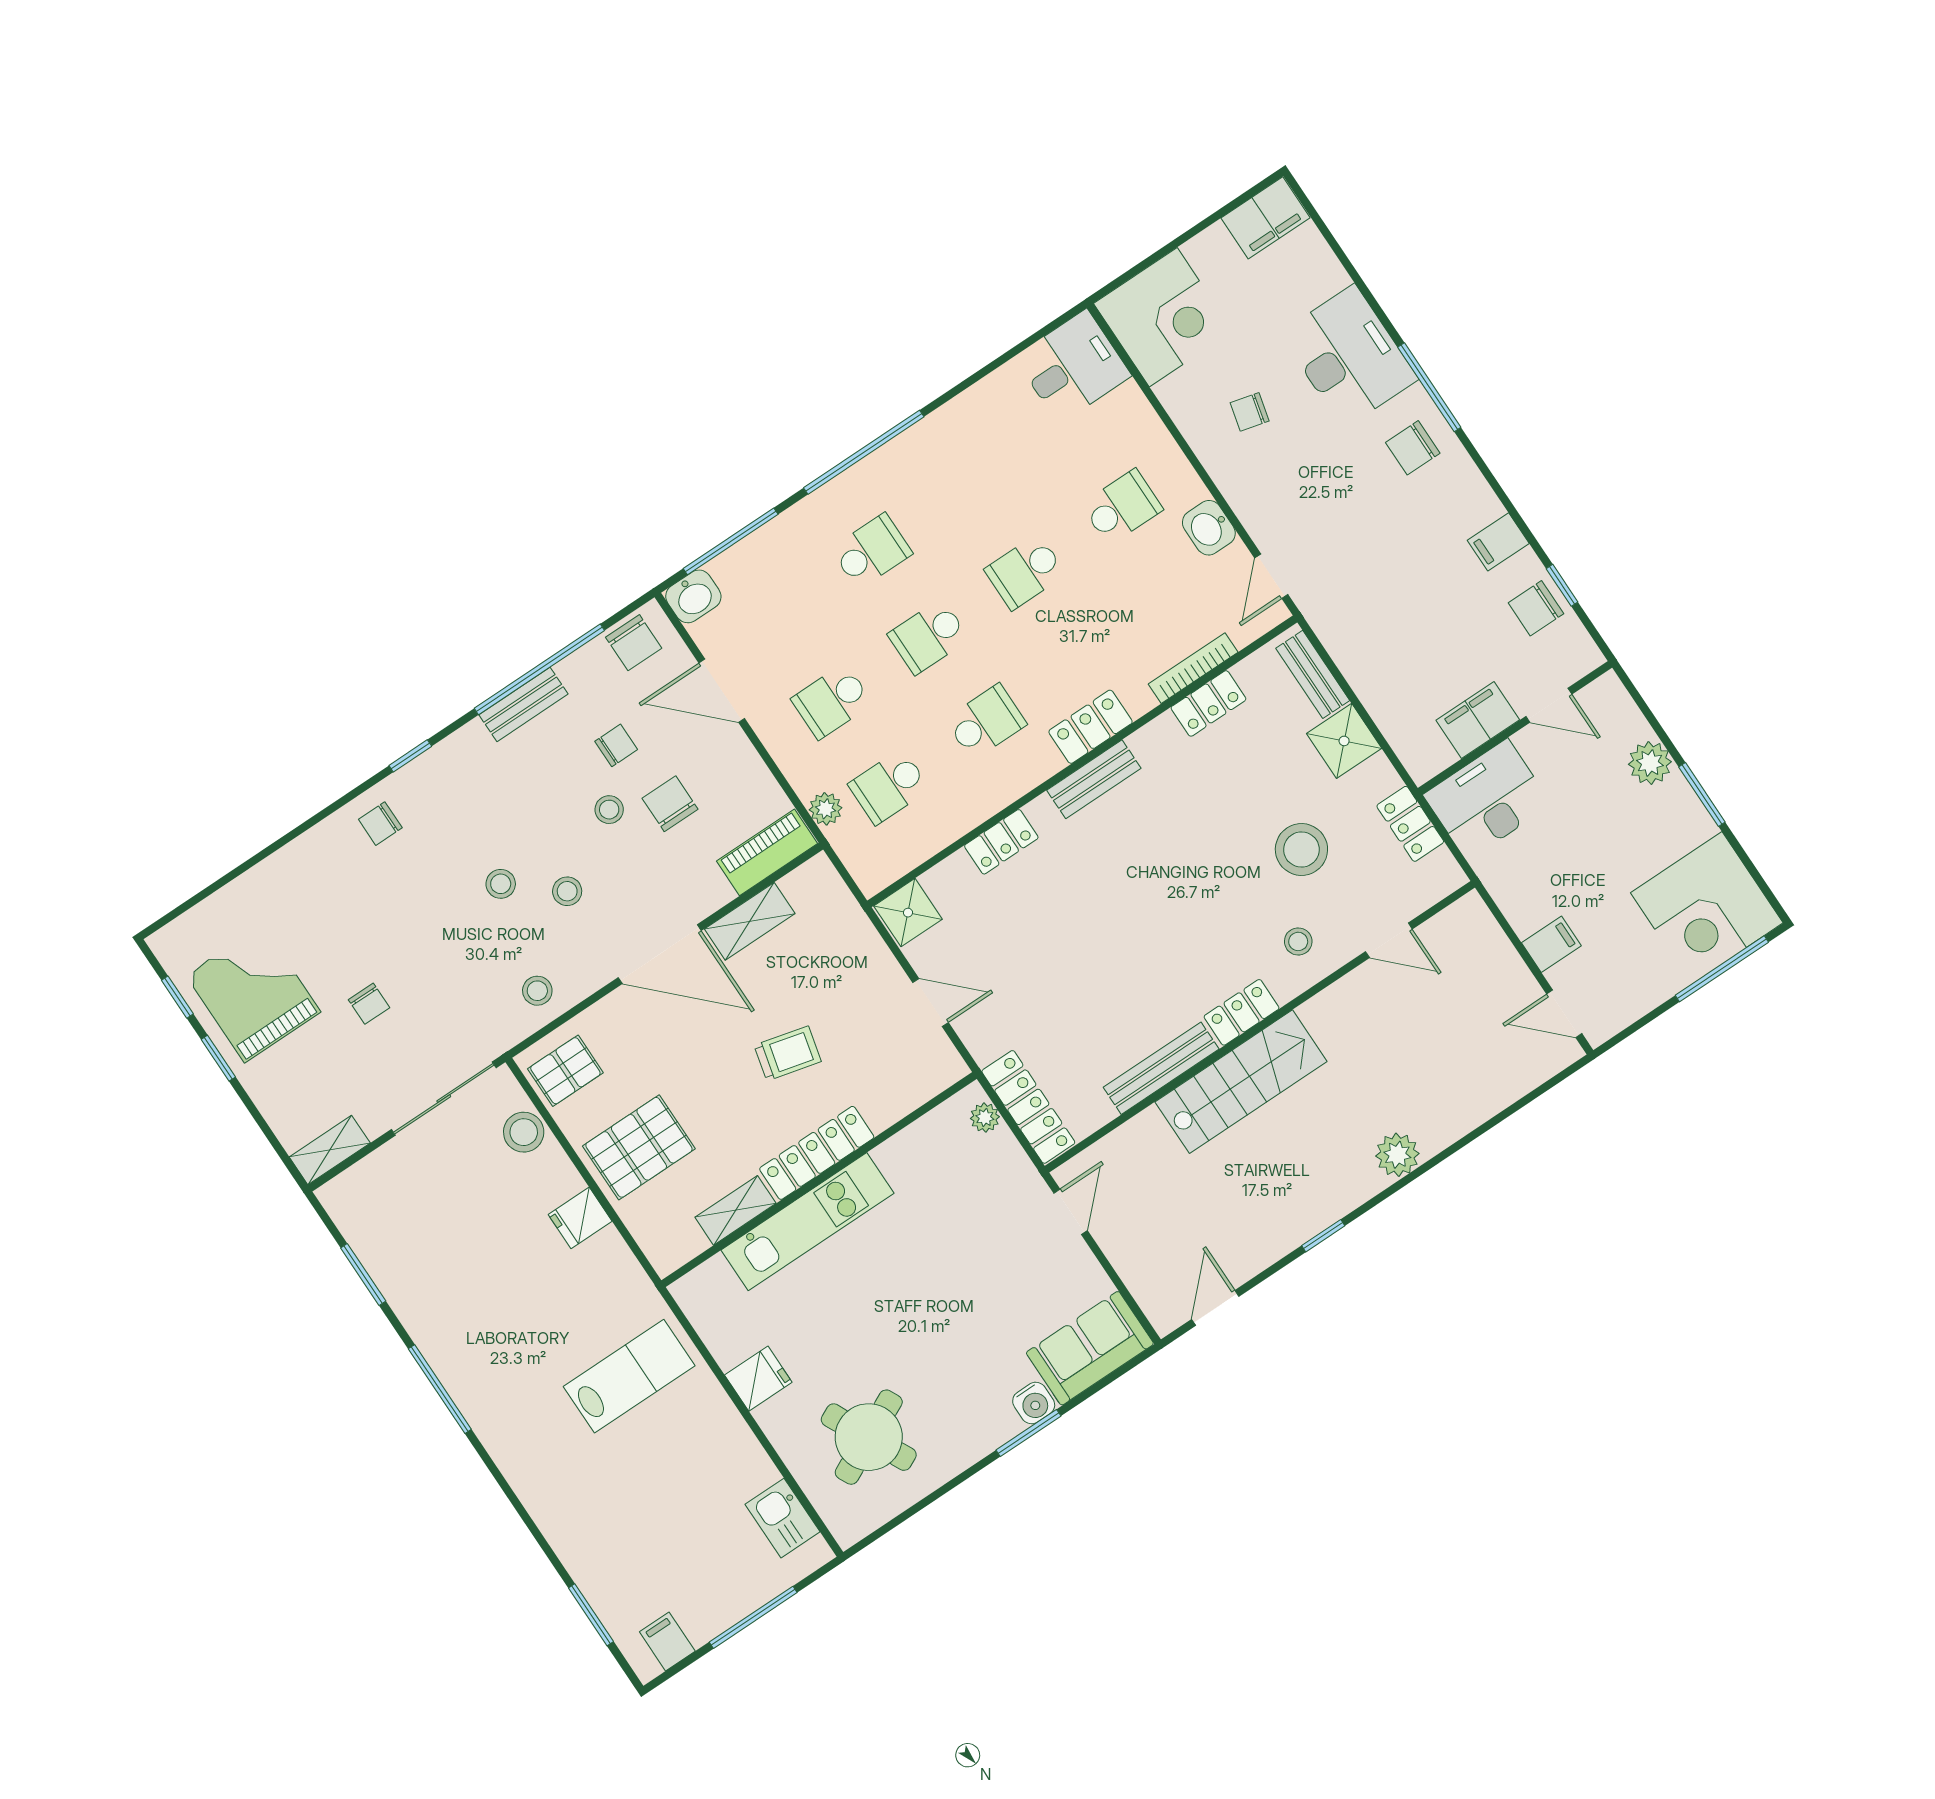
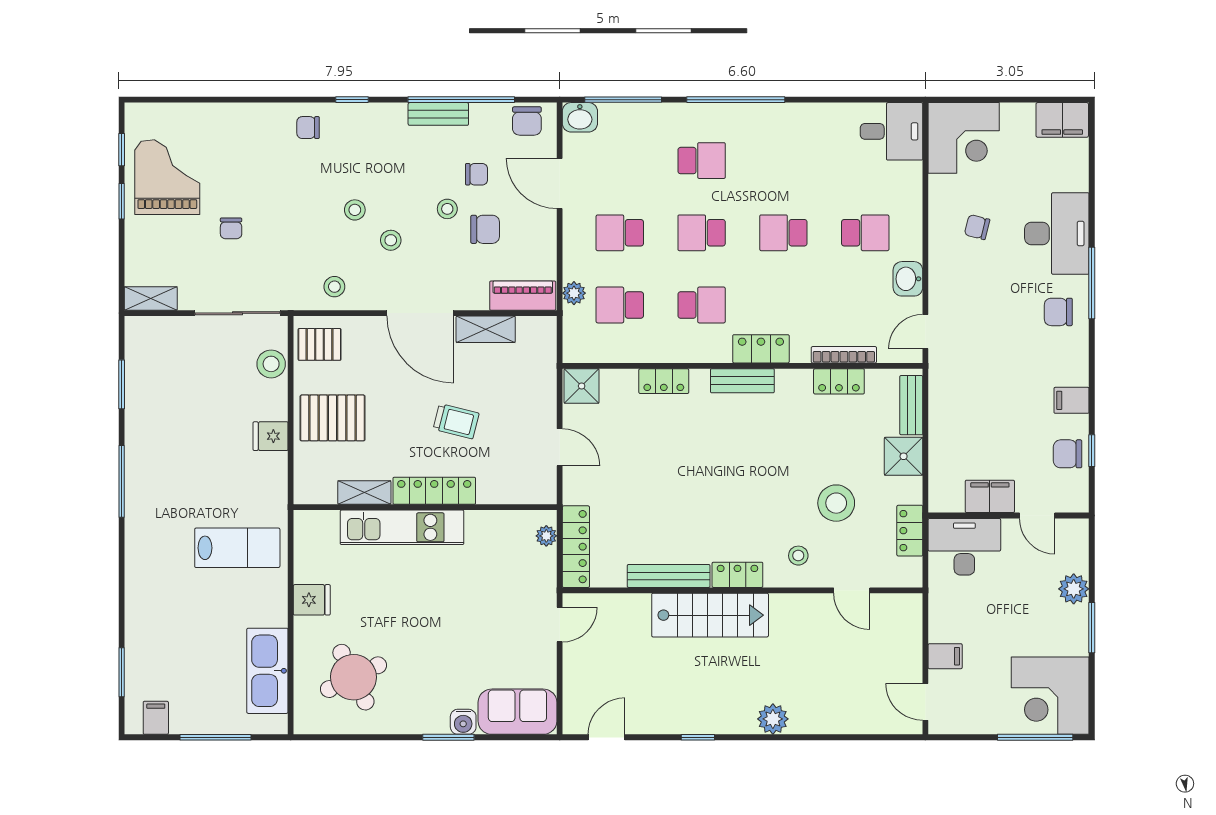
chair: (670, 804) -> (485, 229), turned 90
kitchen sink: (783, 1518) -> (267, 671), width x1.88, depth x1.24

